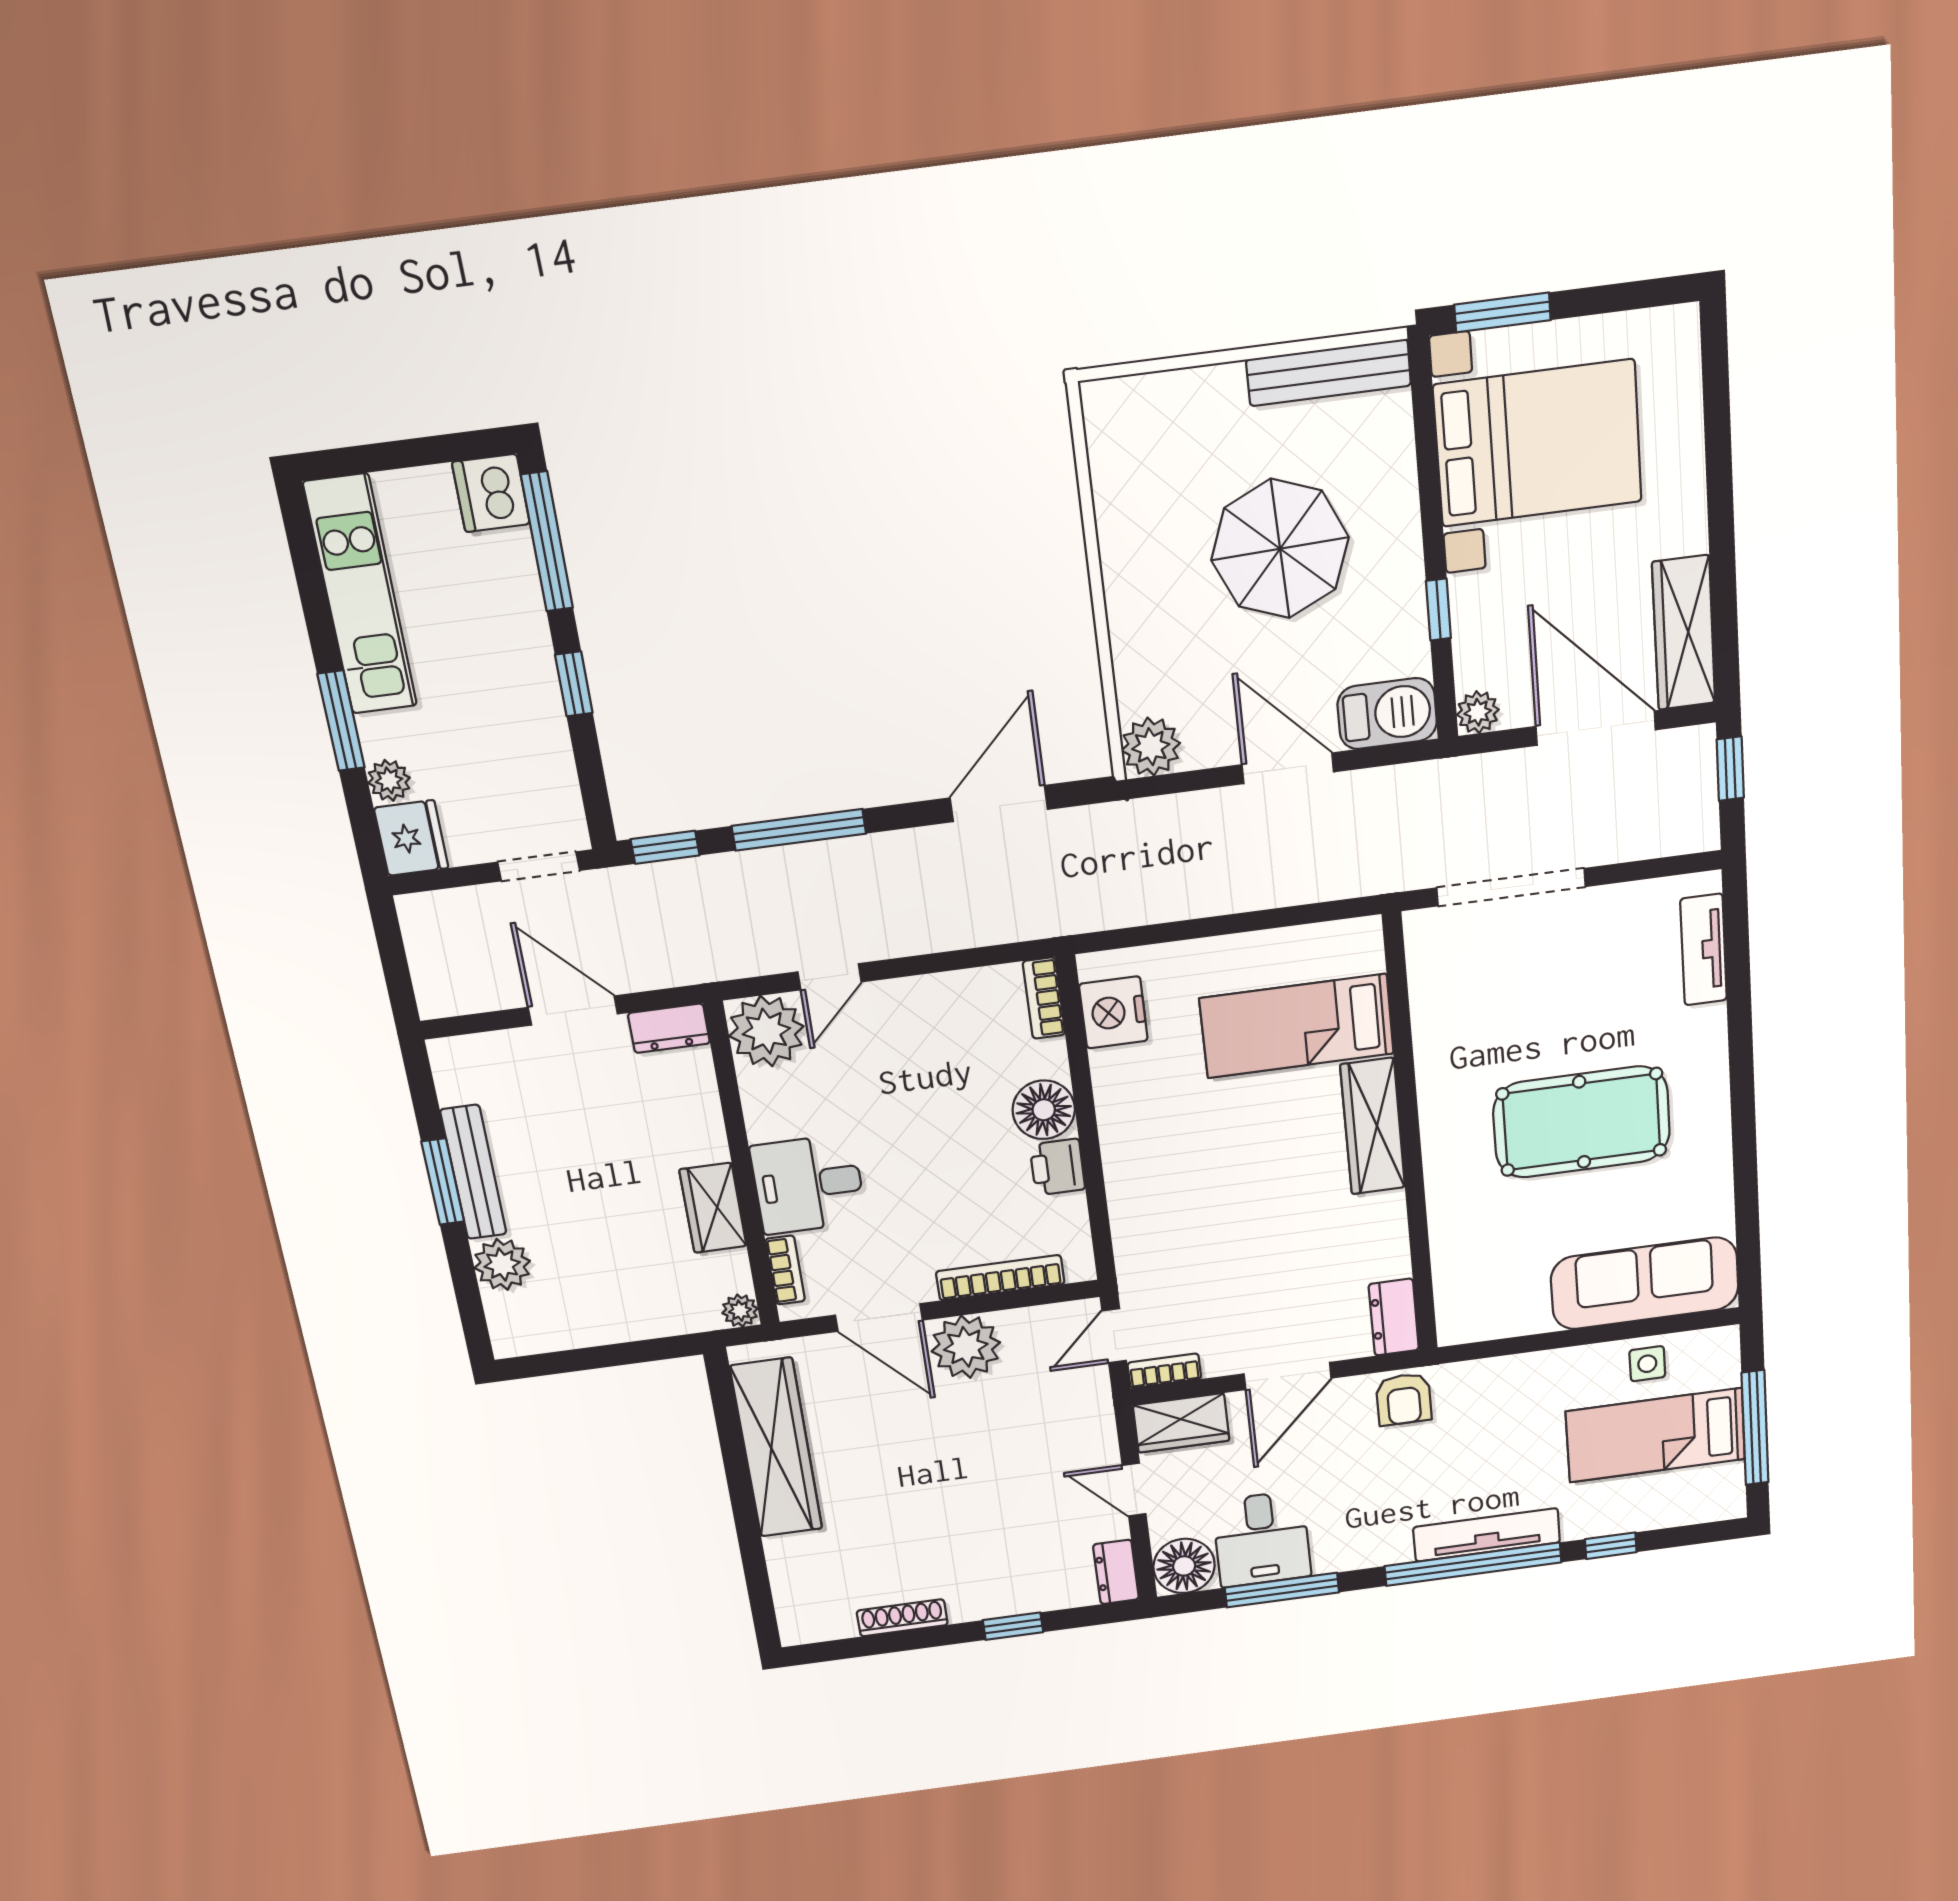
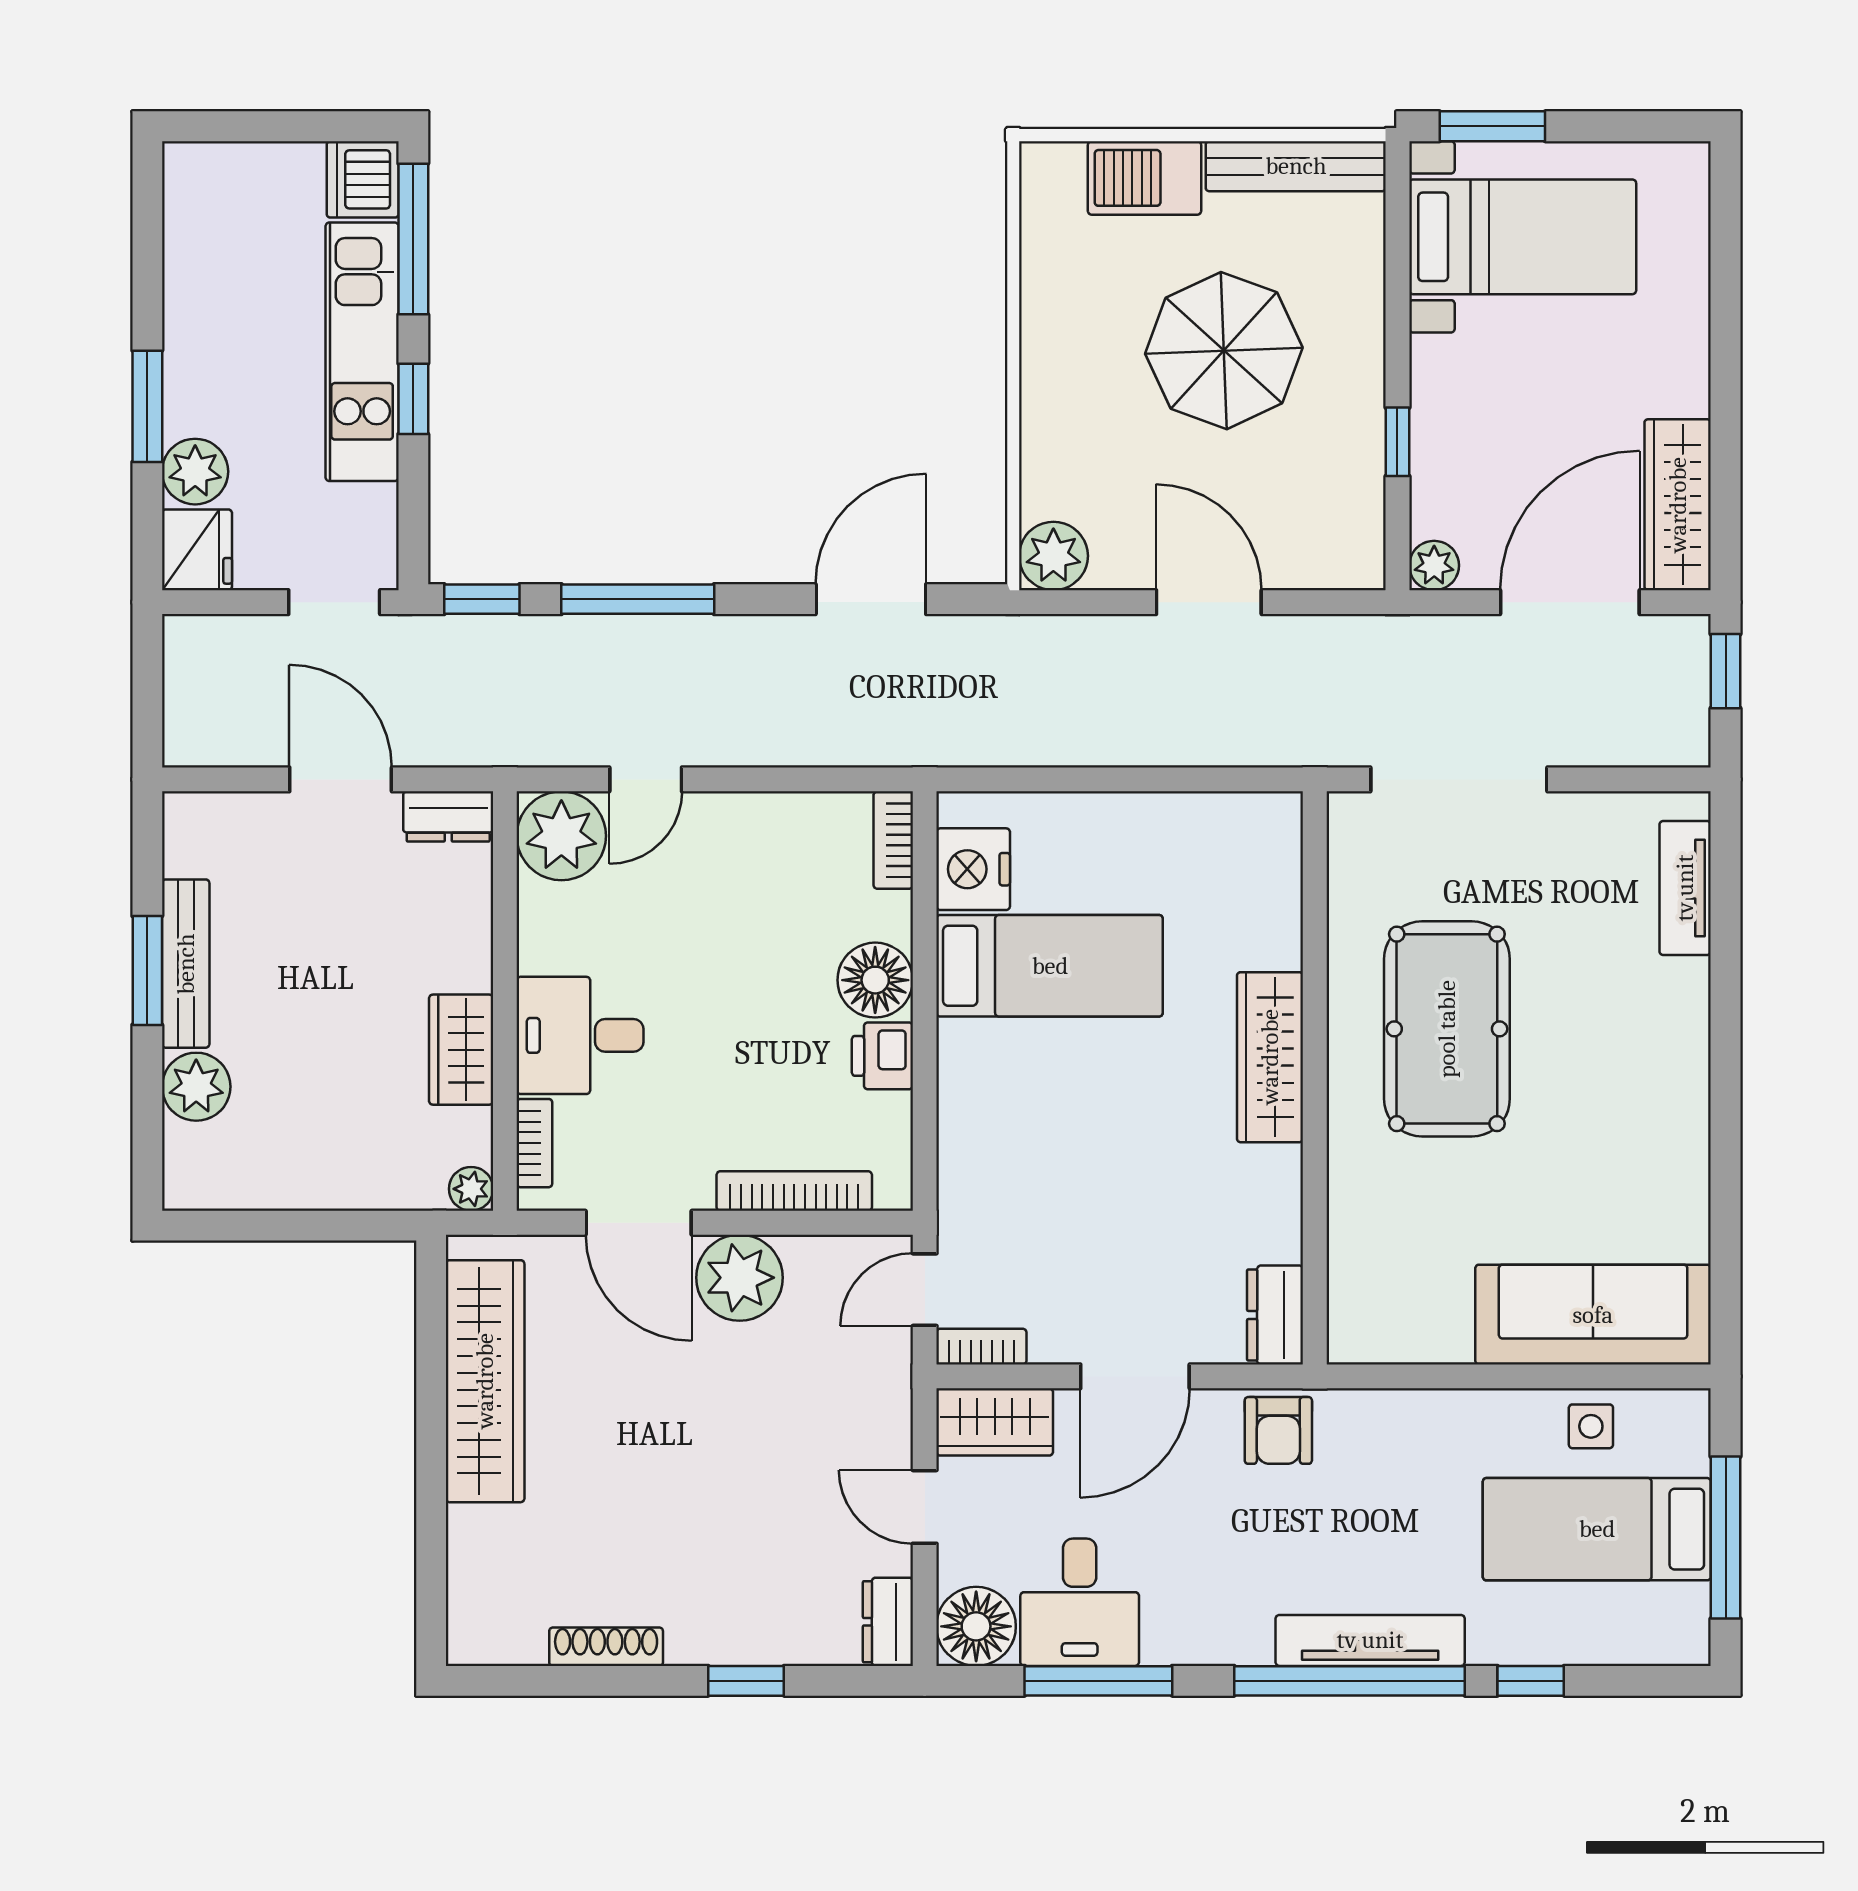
bed with nightstands: (1538, 443) -> (1523, 237), width x0.73
kitchen unit: (360, 595) -> (362, 352), moved, turned 180
barbecue: (1387, 714) -> (1145, 178), moved, turned 180
door: (1596, 728) -> (1570, 602), hinge flipped
plant: (389, 780) -> (195, 472), width x1.38, depth x1.38
bed: (1297, 1026) -> (1050, 966), moved, turned 180
pool table: (1582, 1122) -> (1447, 1029), moved, turned 90

